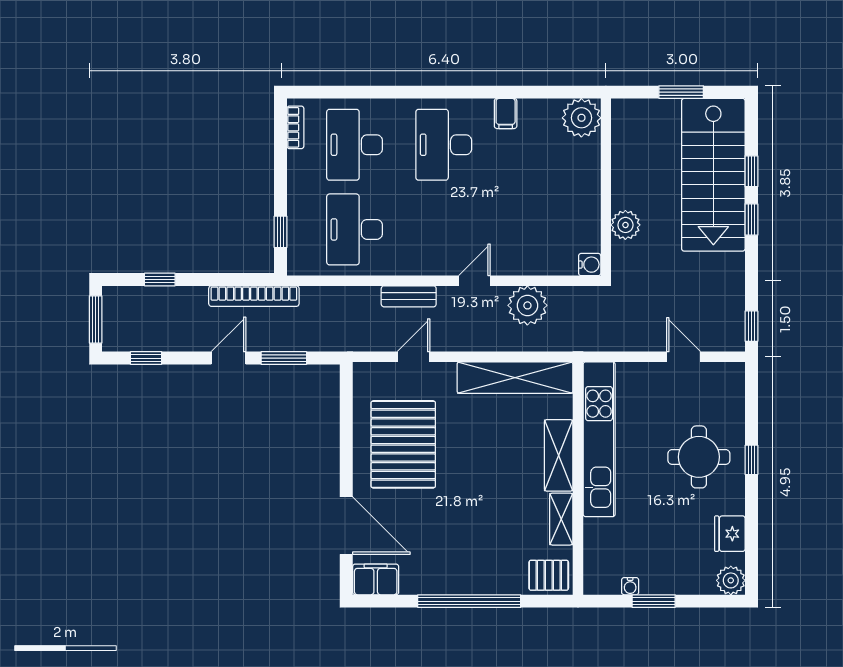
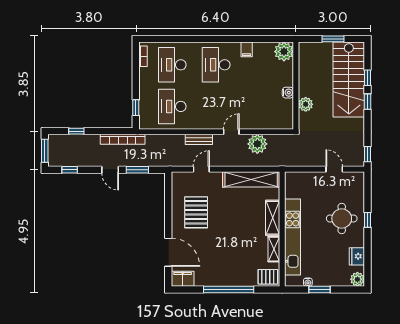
water cooler: (590, 265) -> (288, 93), moved
door: (228, 358) -> (110, 170), swing flipped
kitchen unit: (599, 439) -> (293, 237), moved
pallet: (403, 444) -> (196, 212), width x0.73, depth x0.71

